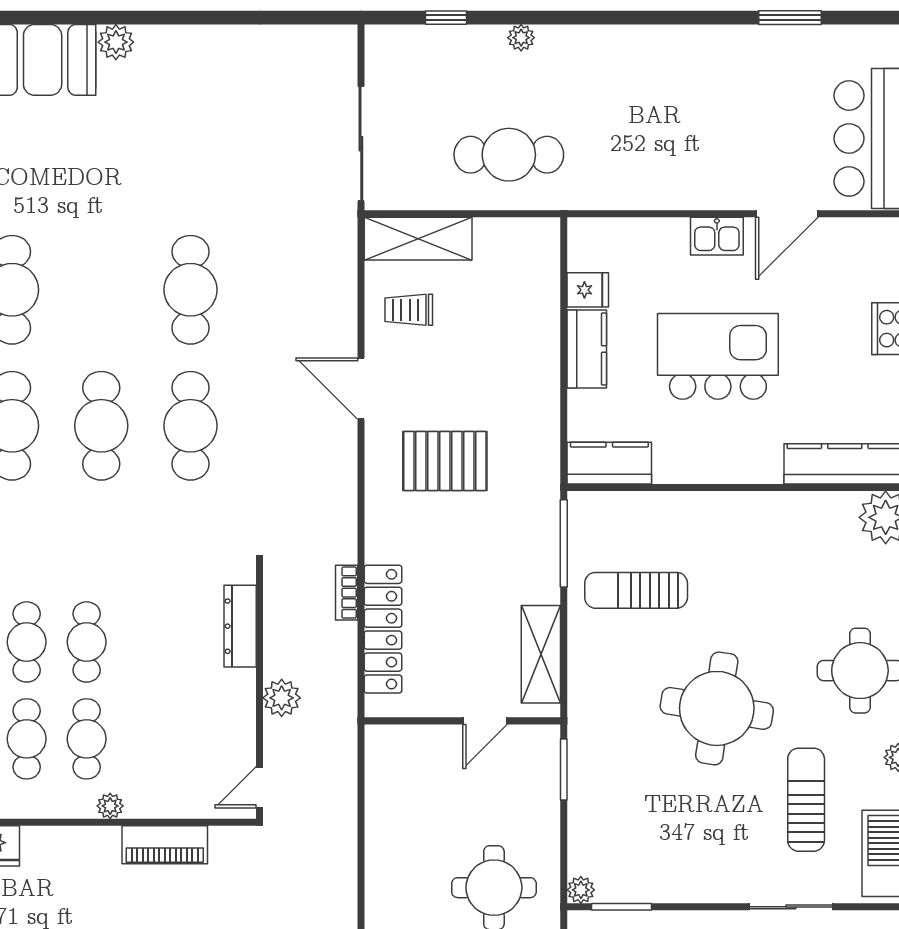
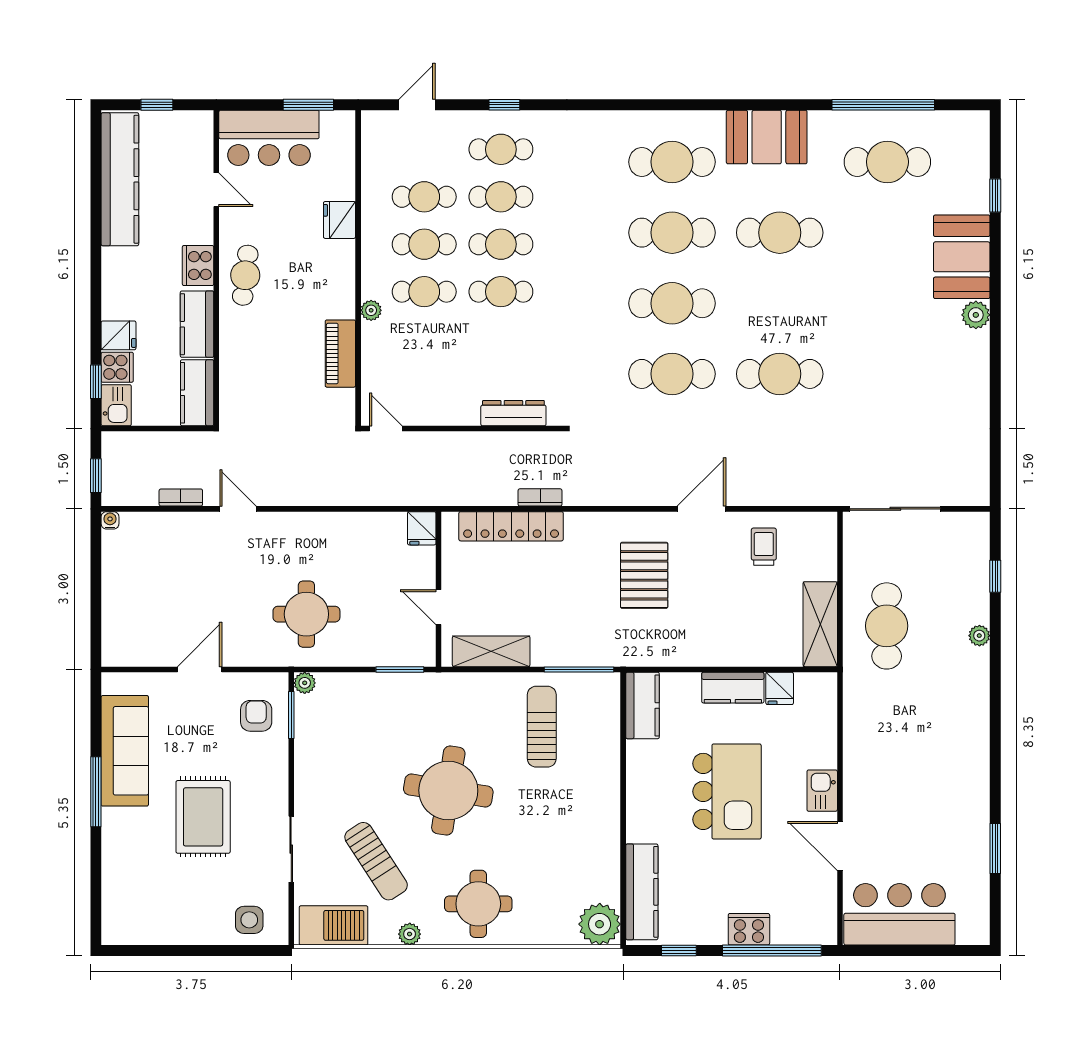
shelving: (418, 239) -> (820, 624), moved
plant: (282, 698) -> (457, 446), removed
fridge: (385, 742) -> (422, 528), added
sun lounger: (806, 800) -> (376, 861), turned 57

